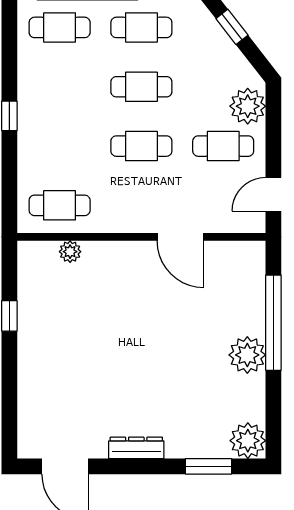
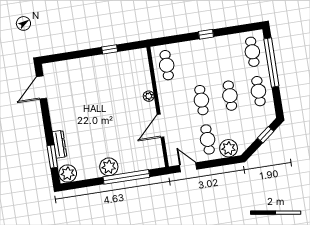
plant: (70, 252) -> (149, 96), moved
dresser: (136, 448) -> (59, 144), moved

